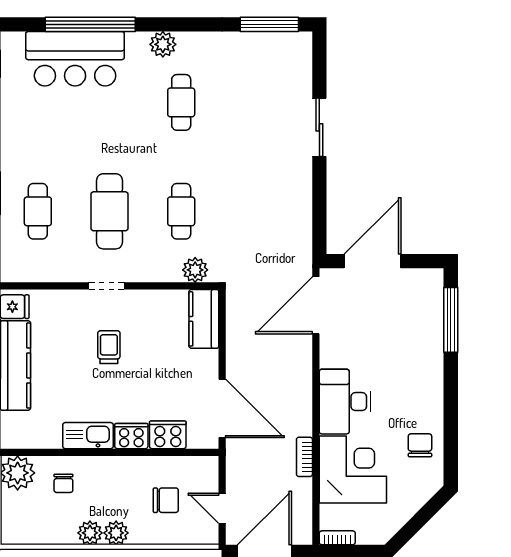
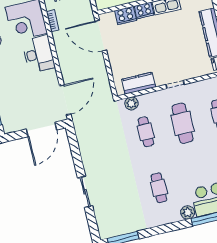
plant: (163, 44) -> (188, 212), moved
kitchen counter: (204, 319) -> (139, 83), moved, turned -90
trolley: (109, 347) -> (166, 53), removed

